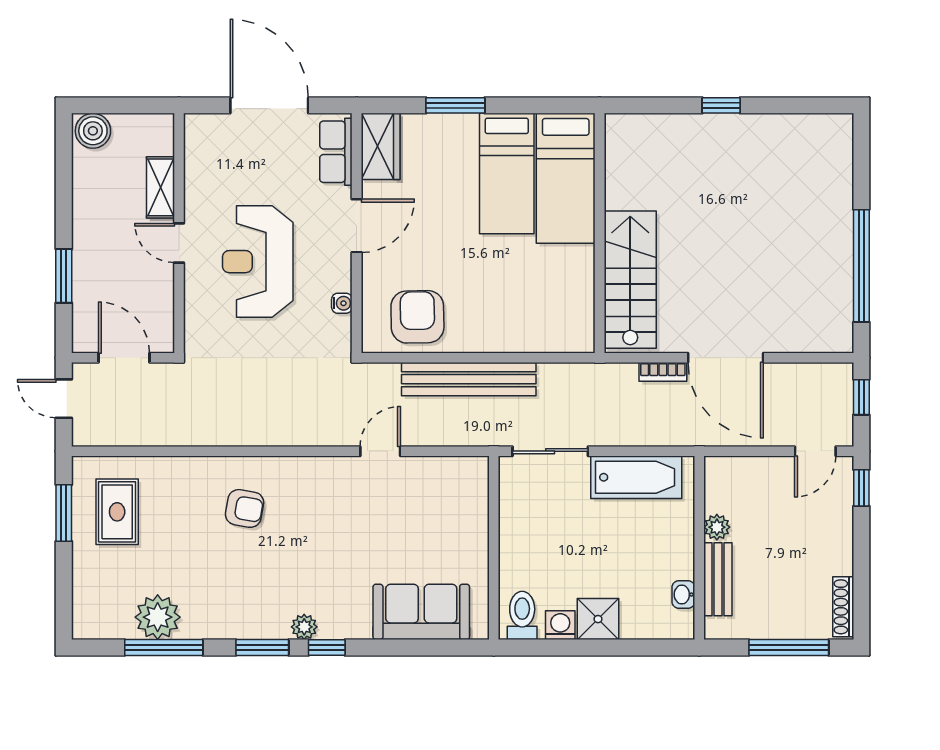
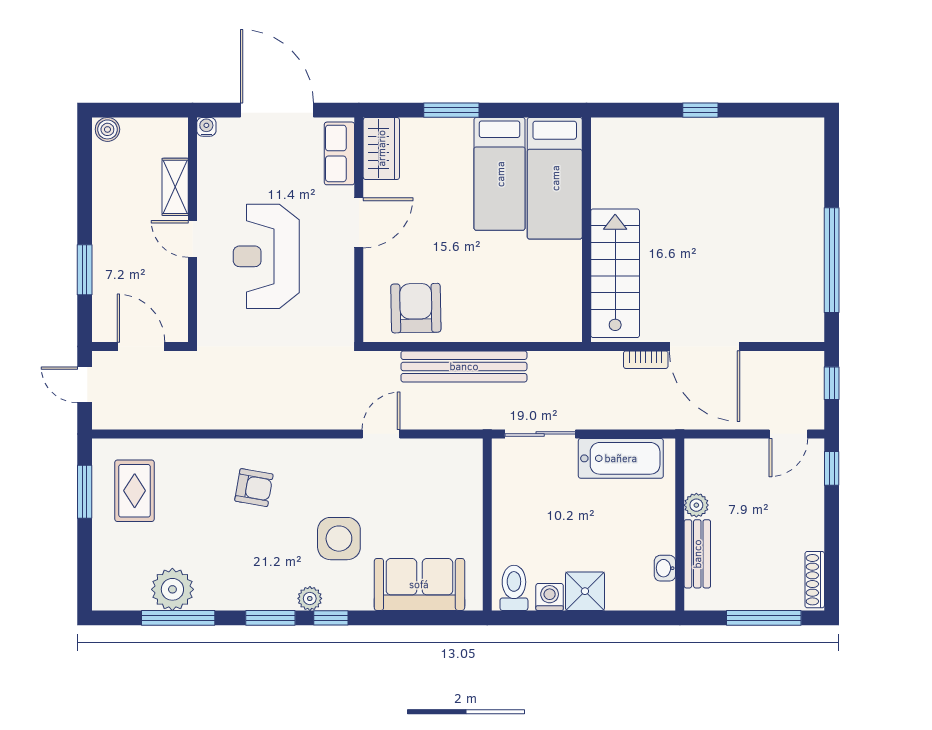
boiler: (93, 131) -> (107, 129), width x0.73, depth x0.73
water cooler: (342, 303) -> (206, 127), moved, turned -90
side table: (335, 563) -> (339, 539), added

